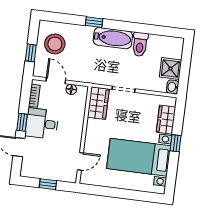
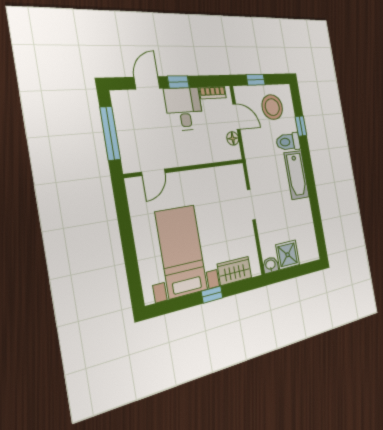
window: (94, 22) -> (301, 126), moved
toilet: (140, 44) -> (288, 142), moved
door: (56, 81) -> (236, 117), hinge flipped
wardrobe: (98, 103) -> (228, 177), removed
door: (80, 161) -> (153, 172), hinge flipped
window: (48, 184) -> (110, 133), width x2.17

